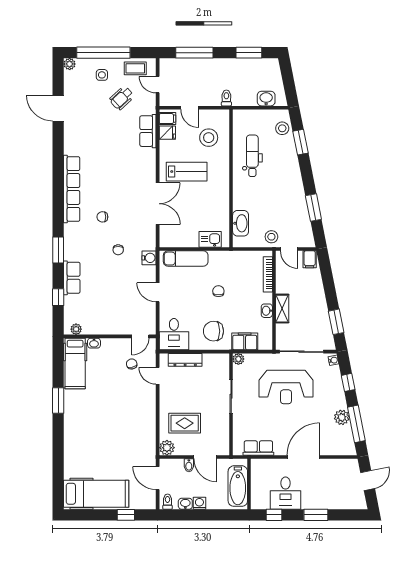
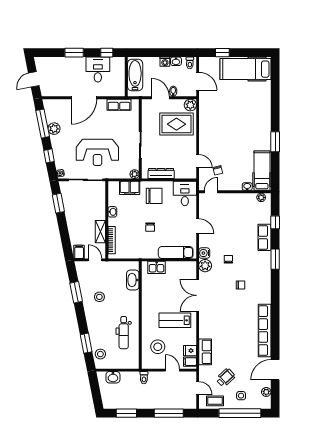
plant: (70, 64) -> (266, 392), moved
door: (58, 108) -> (275, 370), swing flipped
row of seats: (72, 189) -> (265, 331), moved
stool: (271, 237) -> (99, 297), moved
plant: (148, 242) -> (205, 266), added
shelving: (282, 309) -> (100, 232), moved
dresser: (185, 360) -> (161, 174), moved
reception desk: (286, 387) -> (97, 152), turned 180
rug: (185, 423) -> (176, 124), width x1.36, depth x1.43

